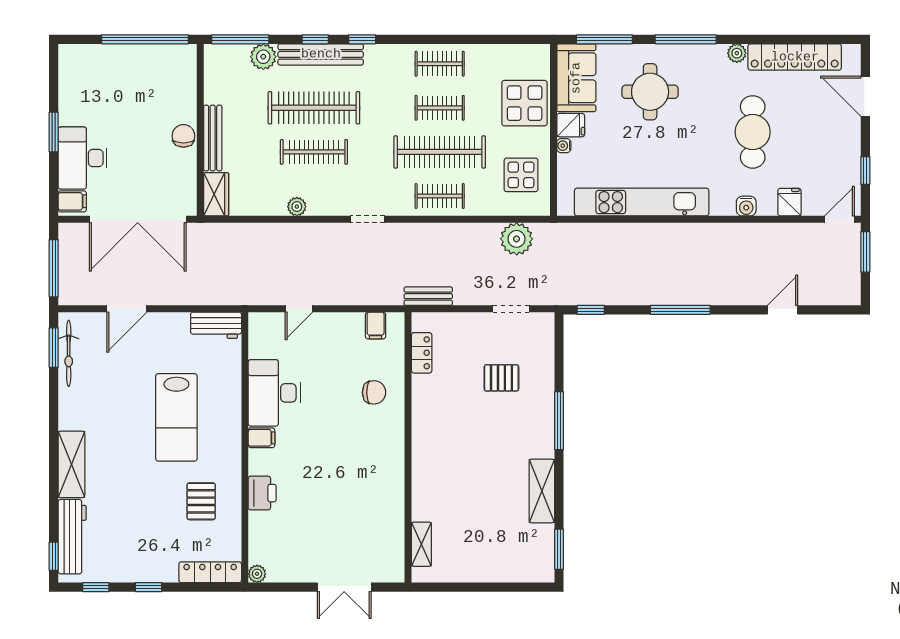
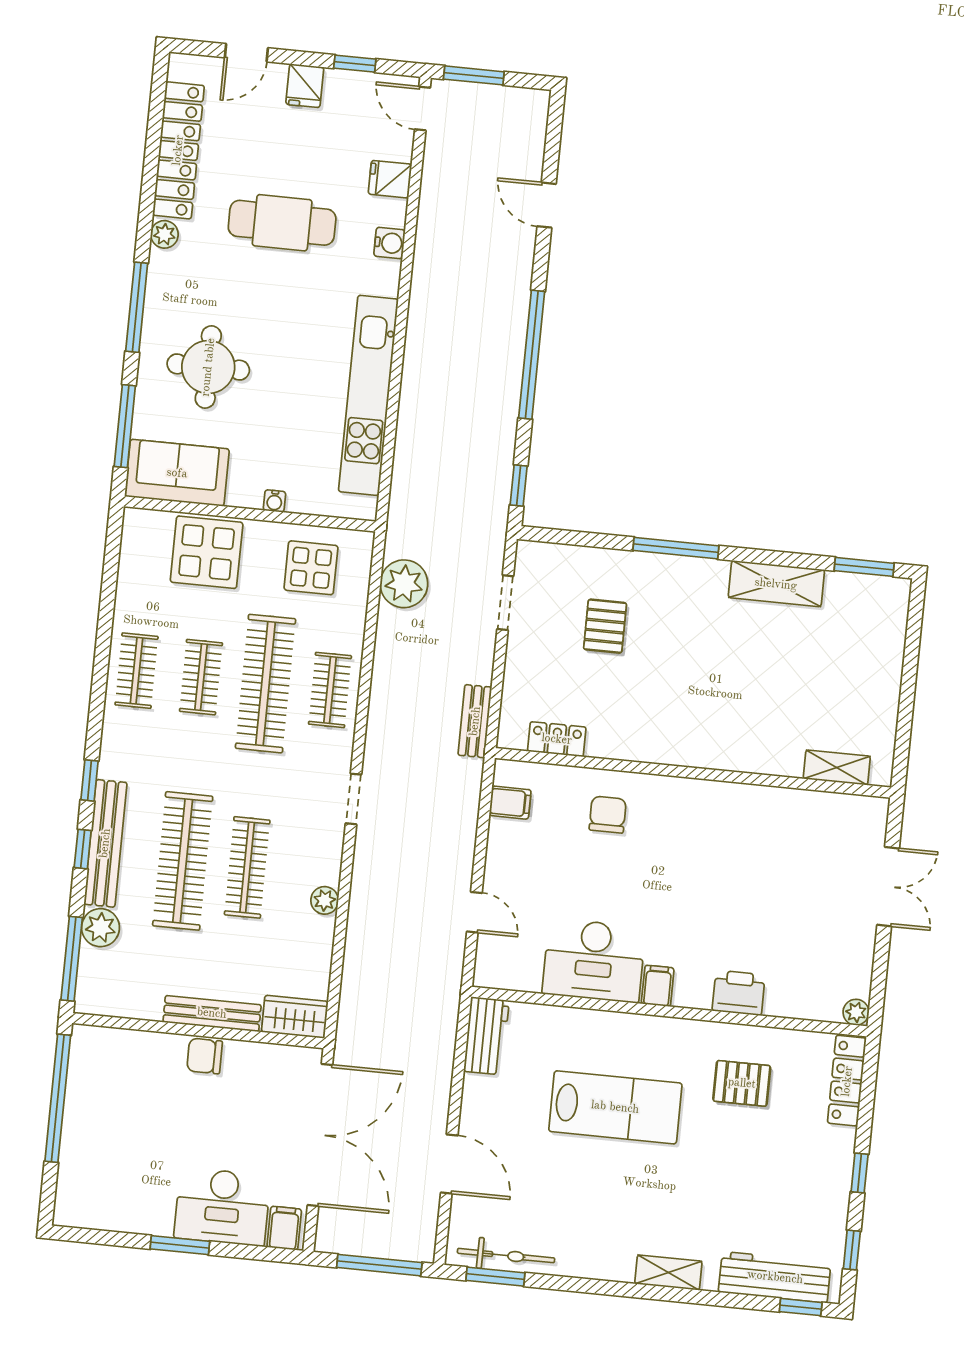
door: (865, 96) -> (246, 53), width x0.73
fridge: (571, 125) -> (305, 86), moved, turned 180
window: (680, 310) -> (532, 355), width x1.46
shelving: (71, 464) -> (668, 1273), width x0.67, depth x0.75

